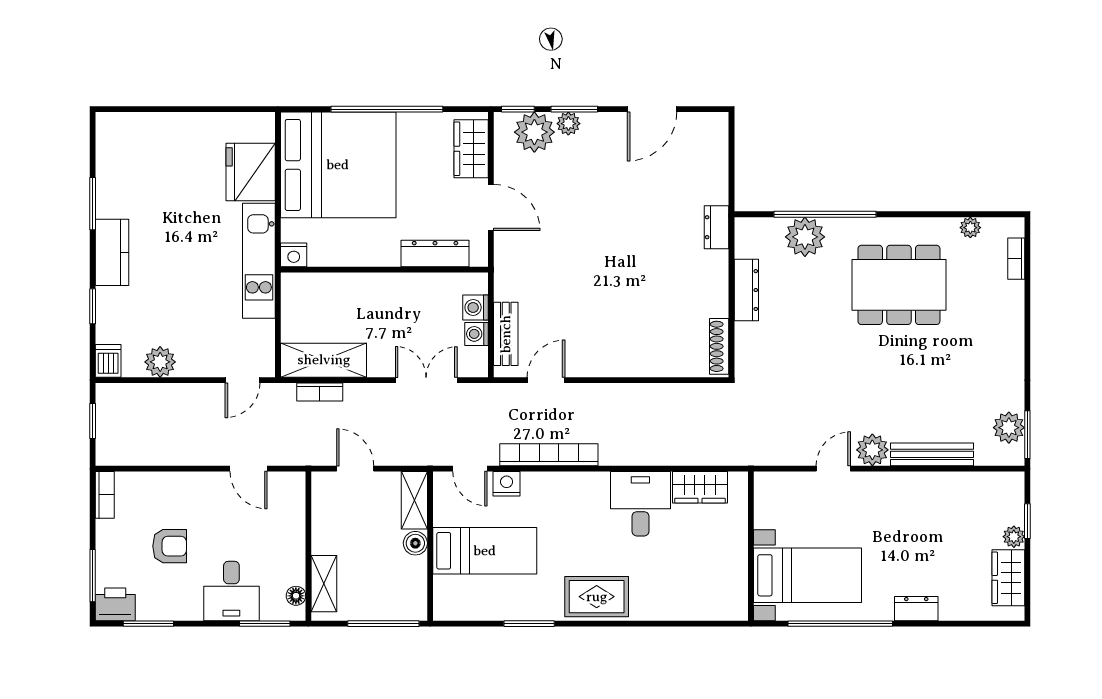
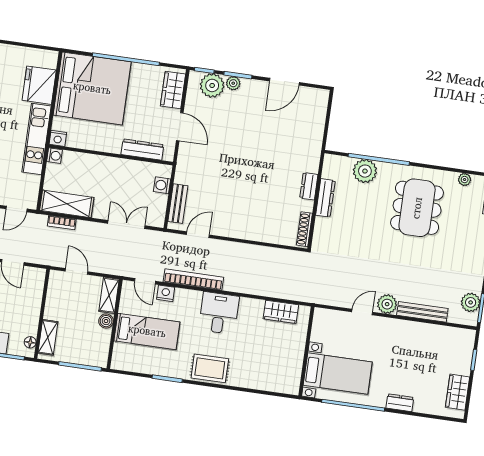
dresser: (717, 227) -> (309, 186), moved
dining table: (899, 285) -> (417, 208), turned 90
washing machine: (476, 334) -> (55, 156), moved, turned 180
desk: (640, 504) -> (219, 313), moved
plant: (1014, 537) -> (464, 368), removed

